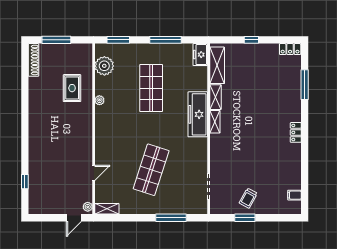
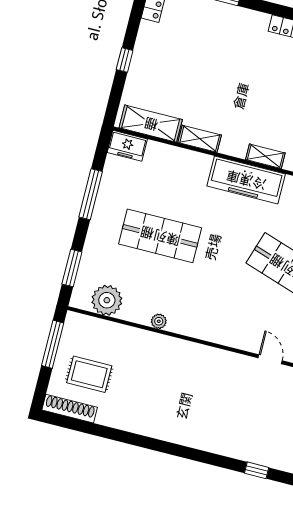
window: (56, 40) -> (53, 344), moved
rug: (72, 88) -> (89, 374), moved
freezer: (198, 114) -> (246, 180), moved
shelving: (215, 122) -> (265, 156), moved

